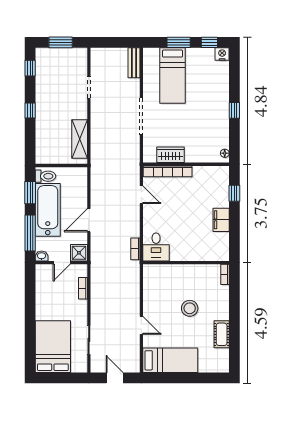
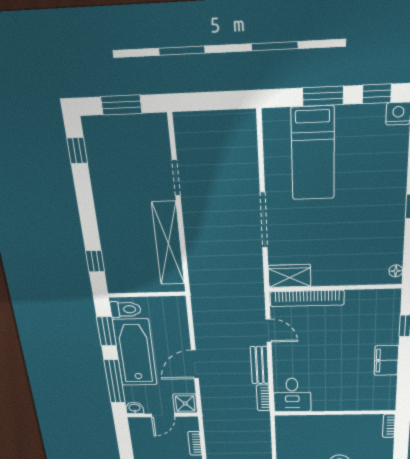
bench: (134, 63) -> (260, 365), moved
window: (30, 111) -> (95, 261), moved
shelving: (80, 139) -> (168, 244), width x1.47
wardrobe: (170, 155) -> (289, 276), moved

